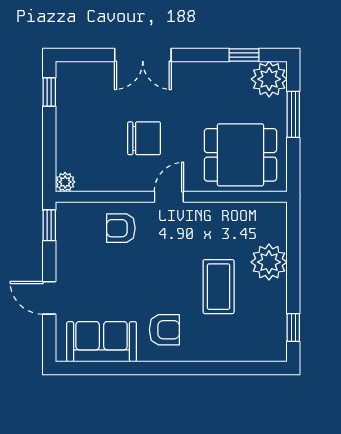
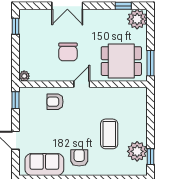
window: (293, 114) -> (150, 63), moved
chair: (144, 138) -> (68, 52), turned 90
plant: (269, 262) -> (137, 151), moved
armchair: (164, 330) -> (79, 158), turned -90

